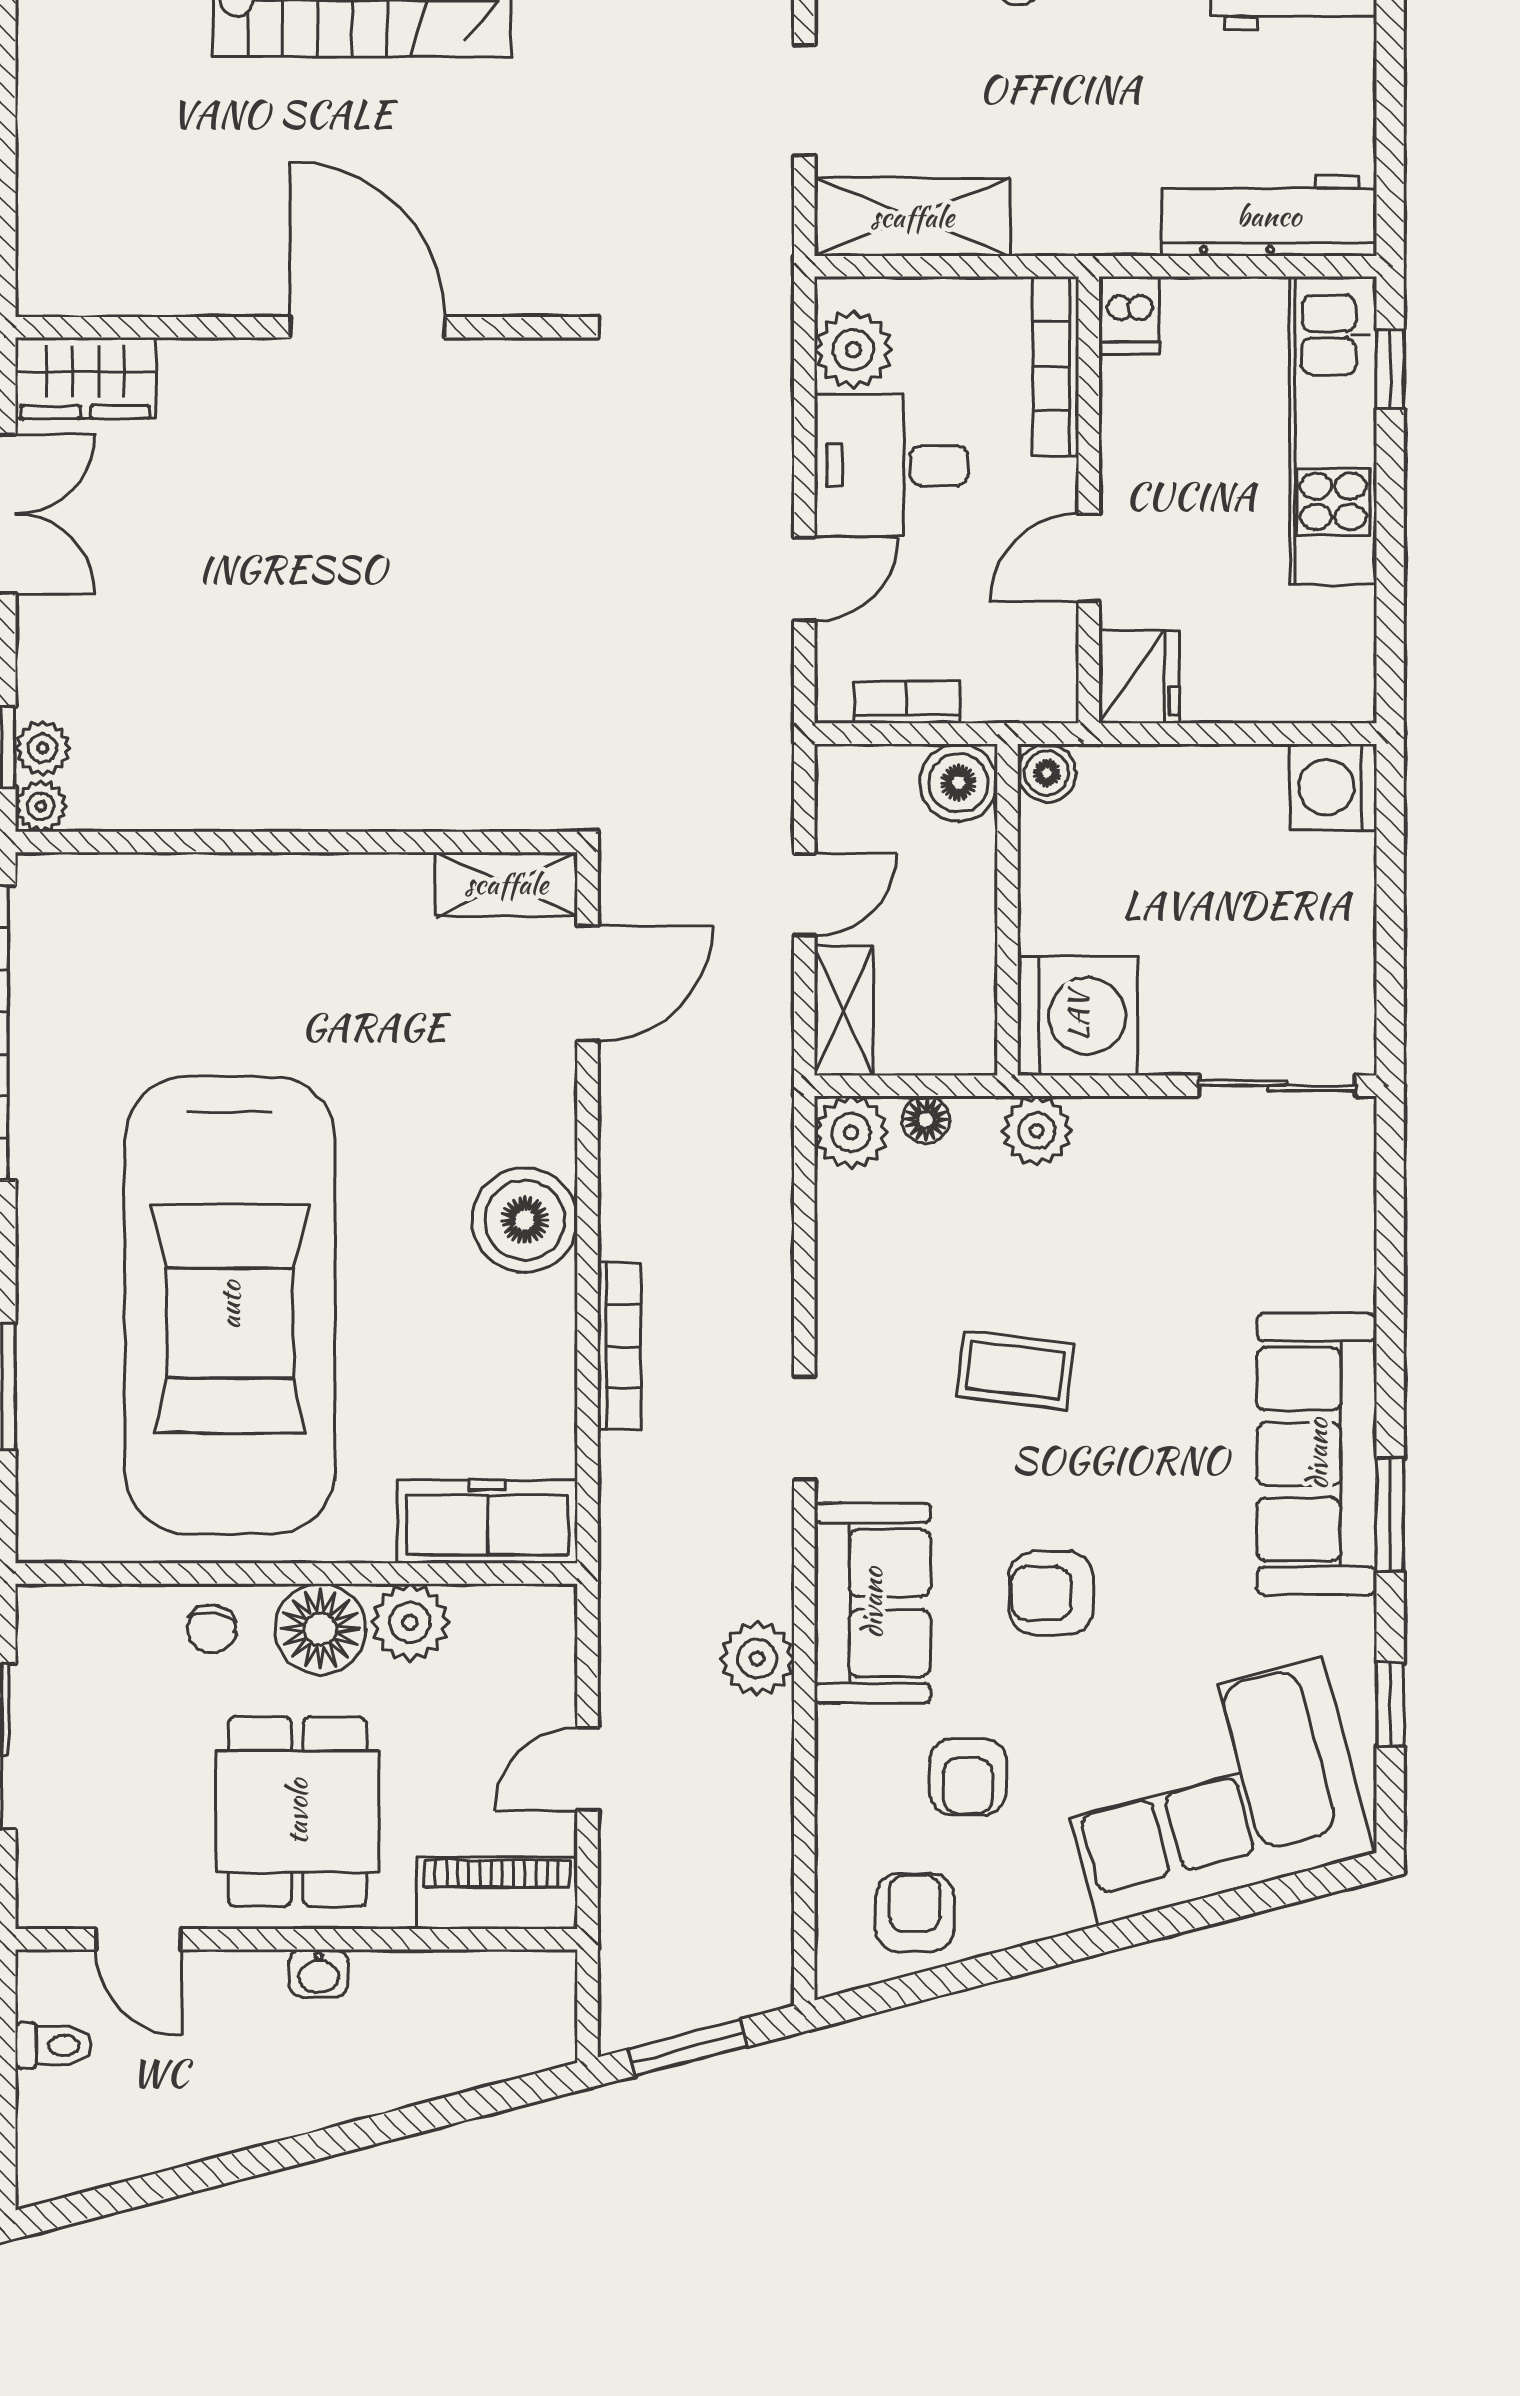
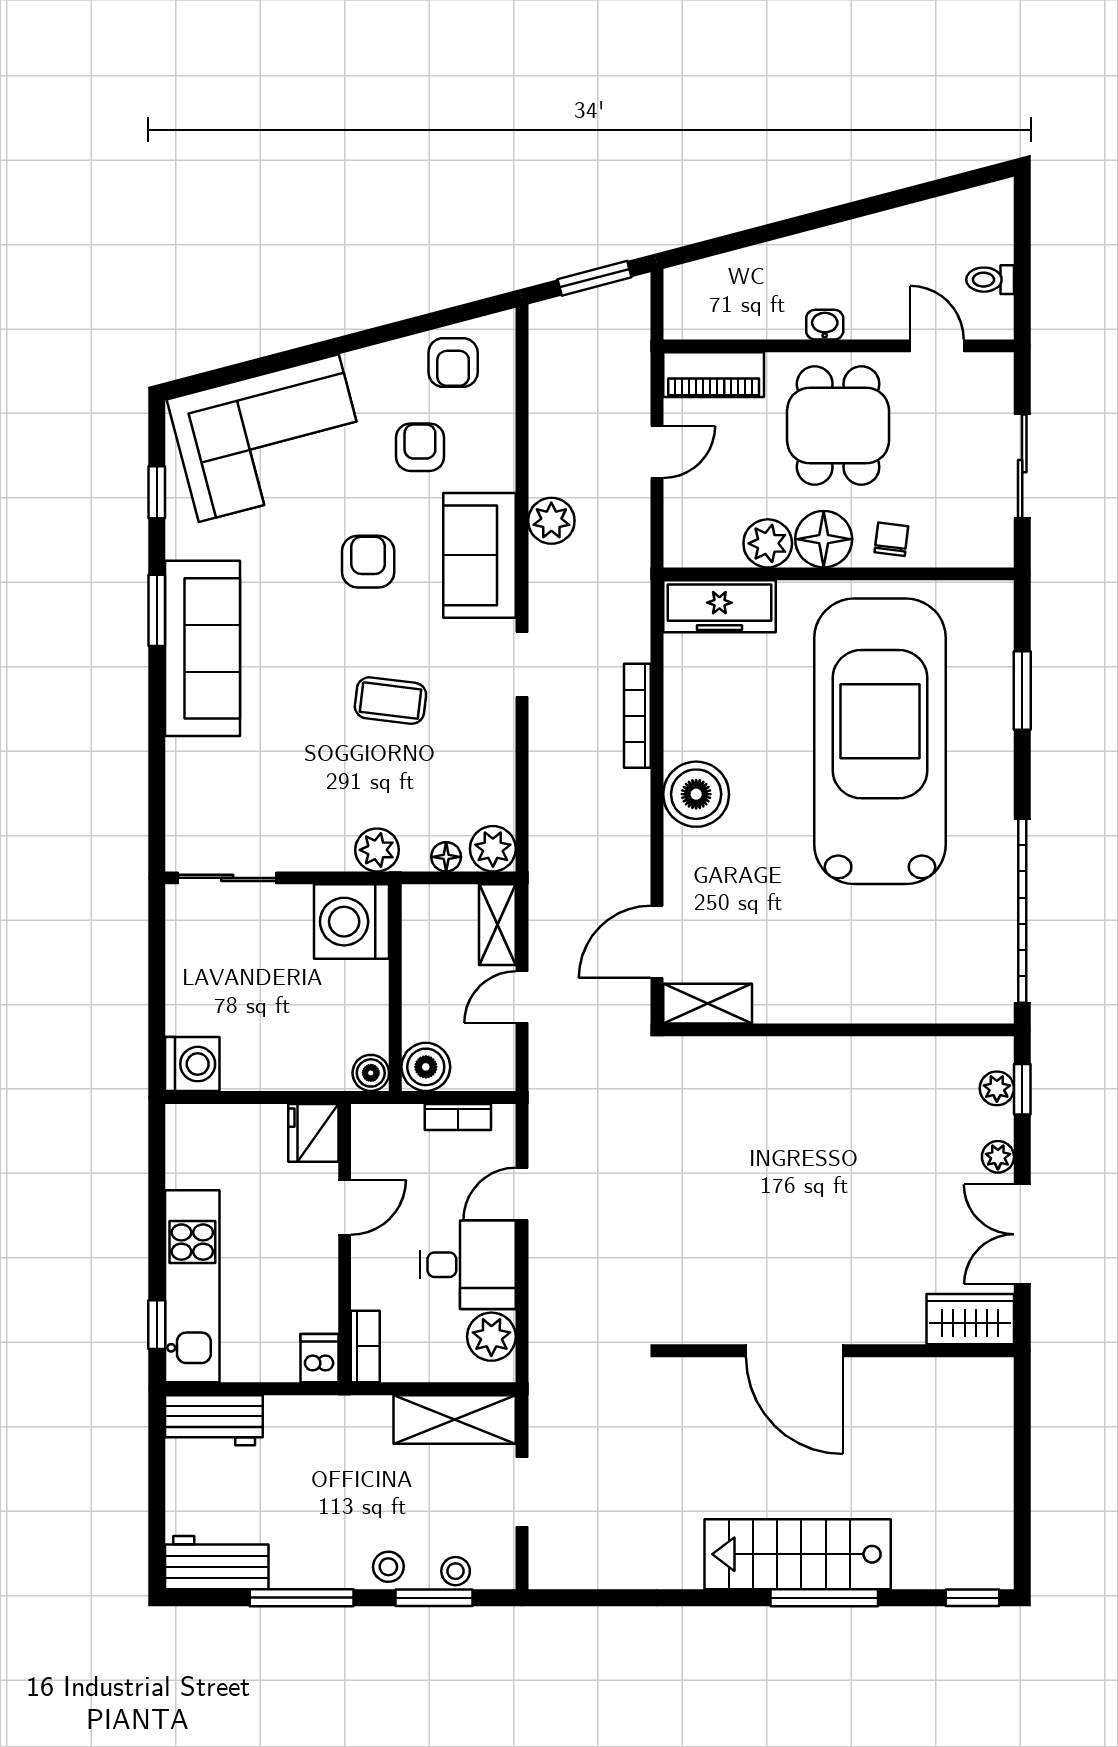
workbench: (1269, 216) -> (214, 1420), width x0.73
bookcase: (1056, 366) -> (365, 1346), width x0.64
plant: (41, 806) -> (998, 1157), moved
armchair: (1051, 1593) -> (368, 562), turned -89

